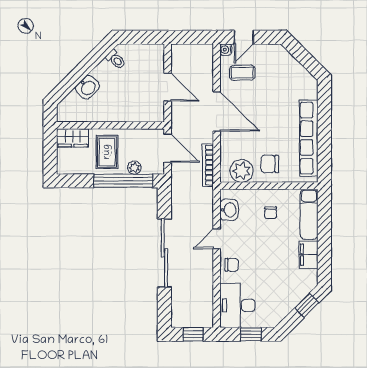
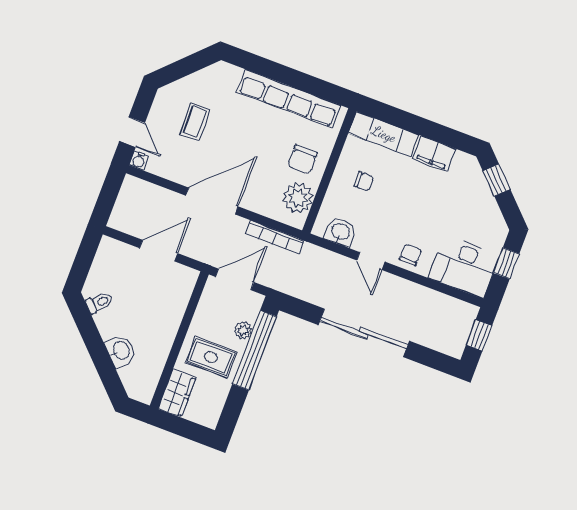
coffee table: (242, 73) -> (195, 122), moved

